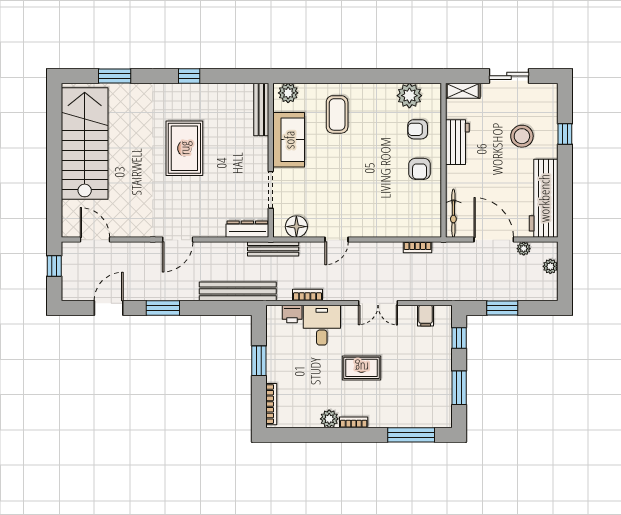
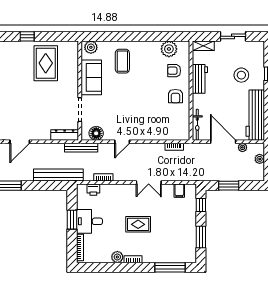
bench: (261, 109) -> (74, 58), removed
rug: (184, 148) -> (46, 63), moved
desk: (322, 325) -> (89, 221), moved, turned -90

